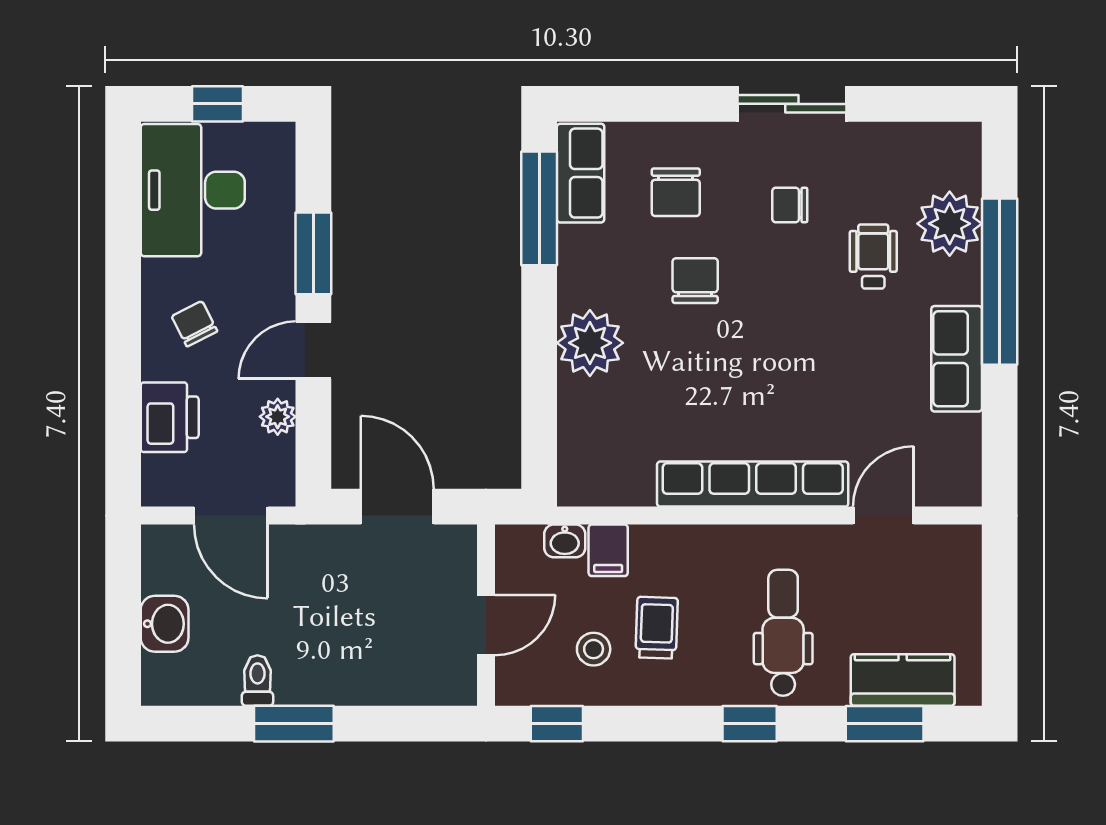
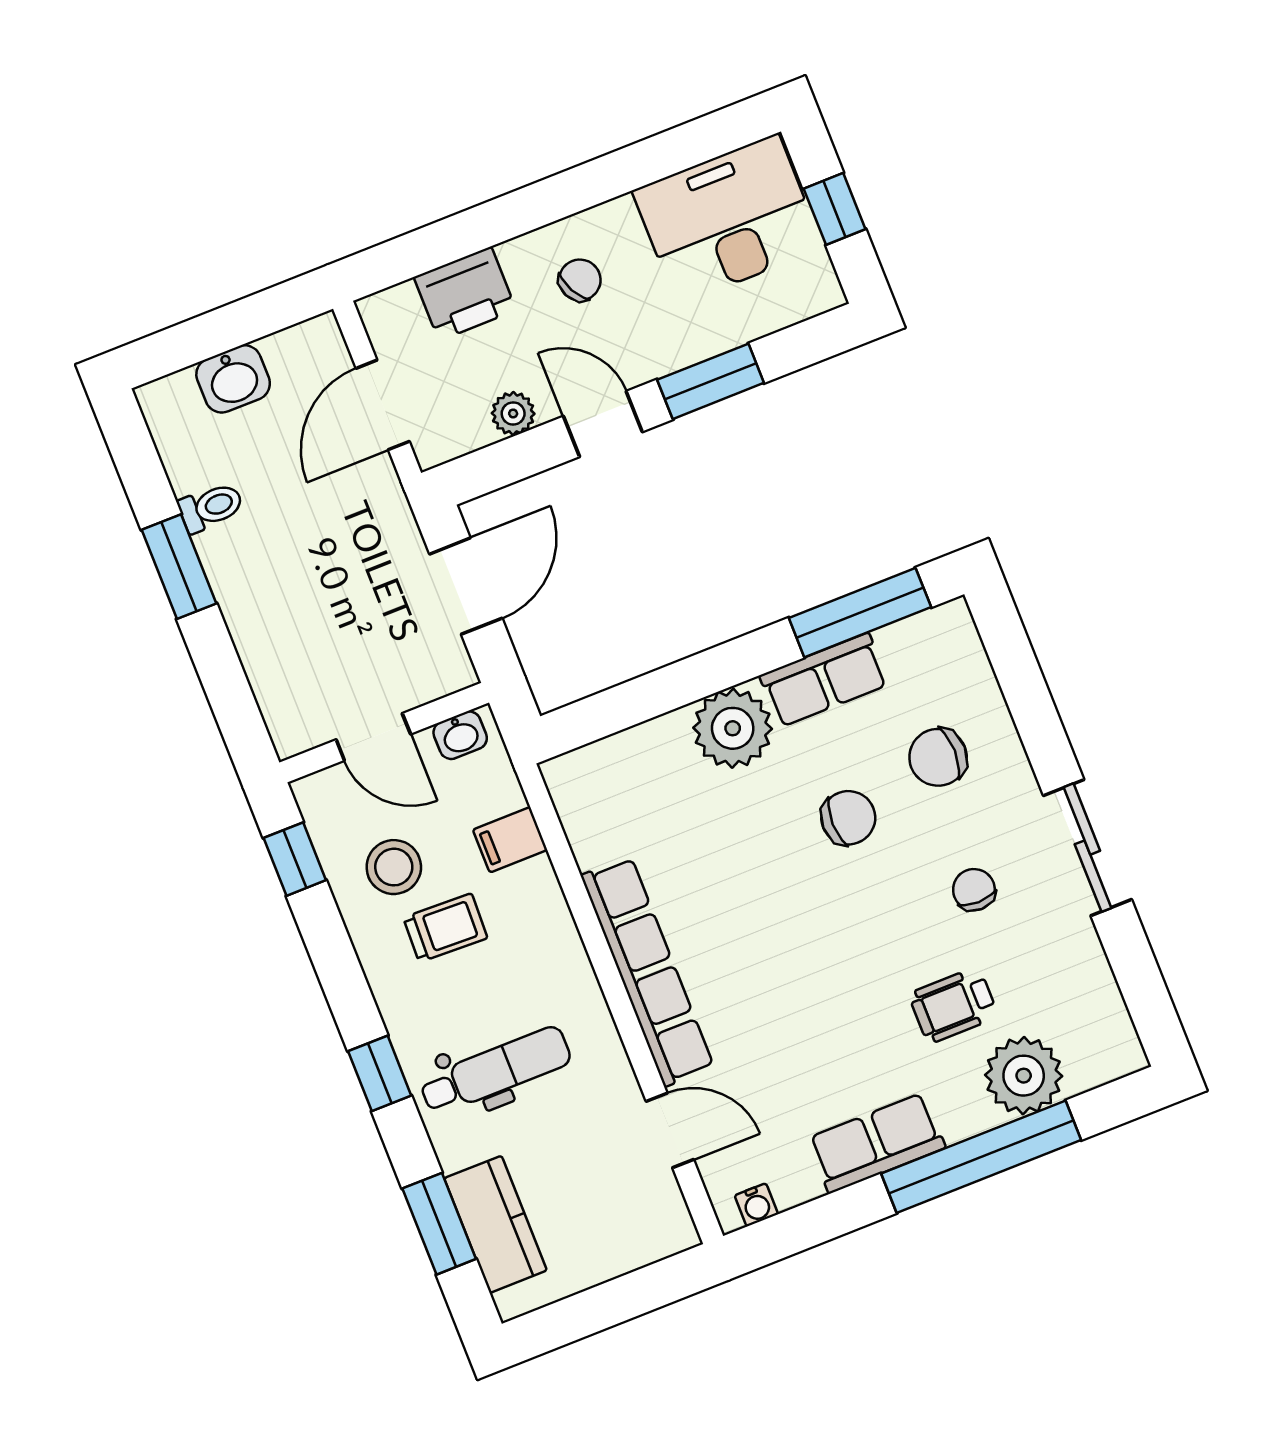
row of seats: (581, 173) -> (824, 680), moved
wheelchair: (873, 257) -> (953, 1005), turned 180
water cooler: (968, 471) -> (756, 1205), added
washbasin: (565, 541) -> (460, 735), moved, turned -90
stool: (594, 649) -> (394, 867), width x1.37, depth x1.37

